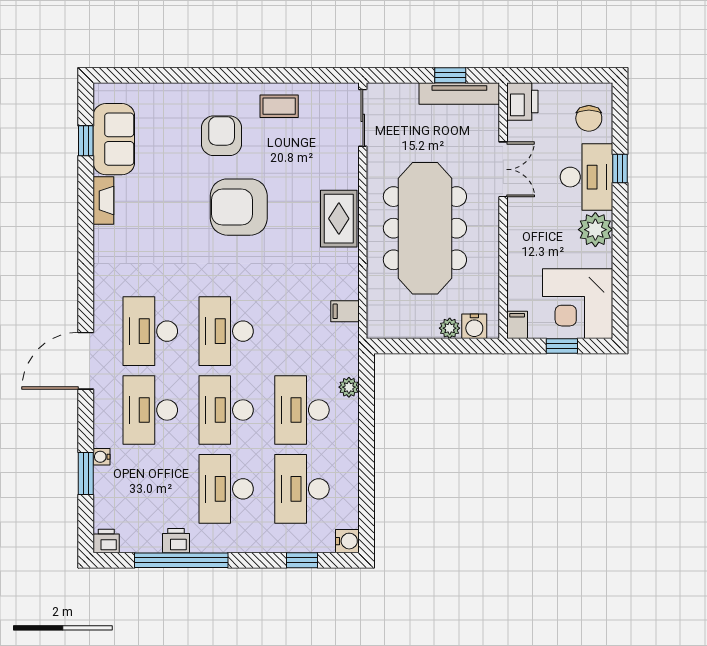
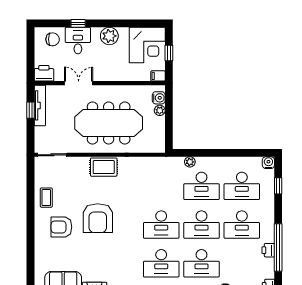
desk: (586, 177) -> (78, 41), width x0.73
filing cabinet: (345, 311) -> (151, 164), removed

